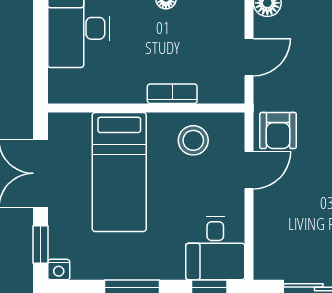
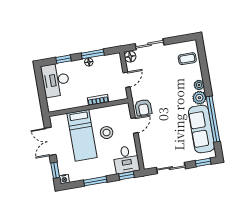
stool: (193, 140) -> (107, 133), moved

